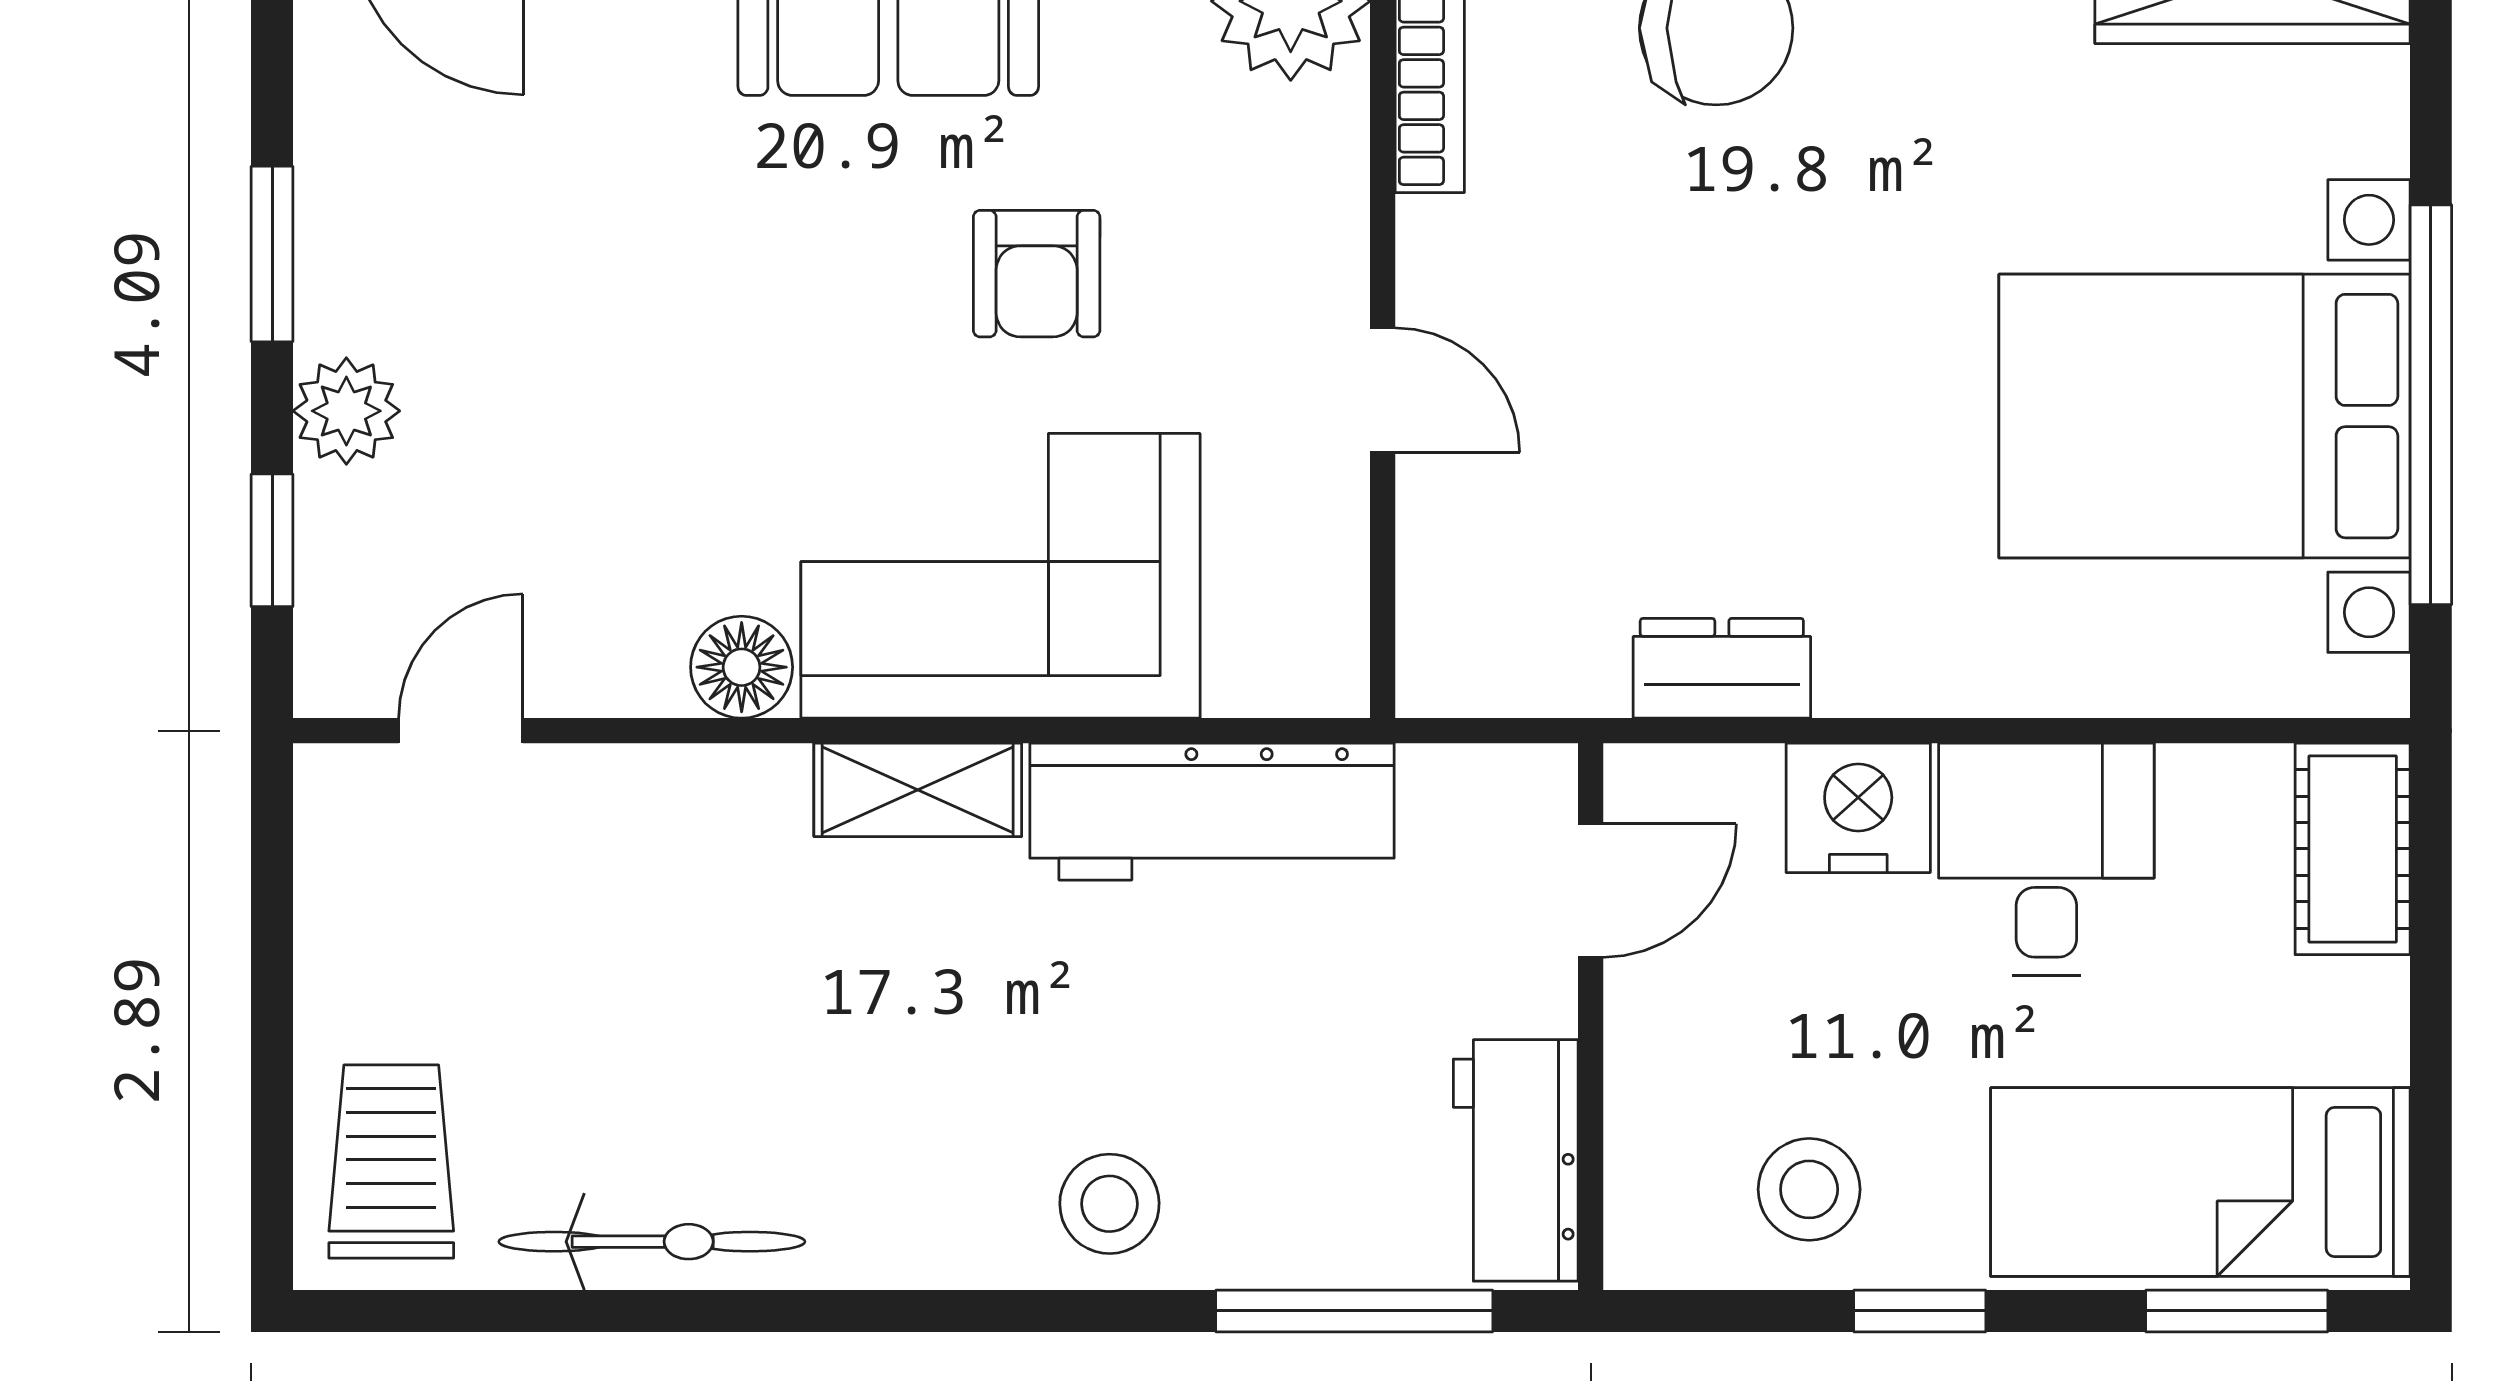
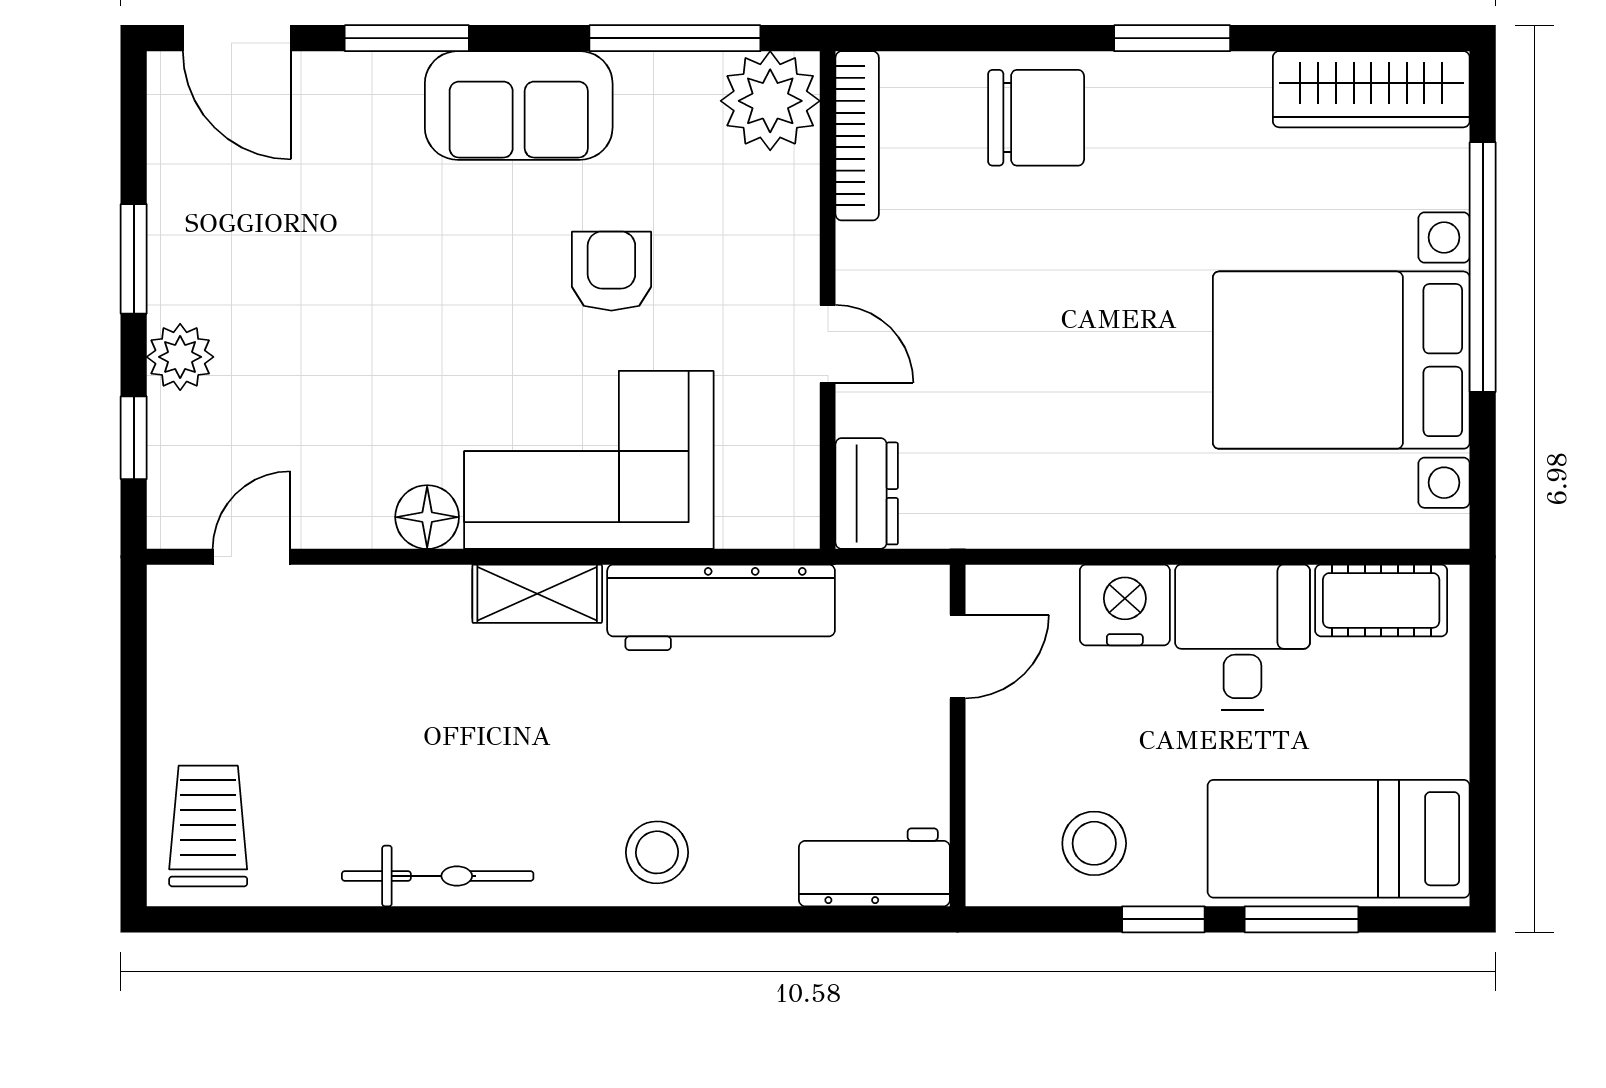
armchair: (1037, 274) -> (611, 271), turned 180
window: (2431, 405) -> (1483, 267), moved
dresser: (1722, 668) -> (867, 493), moved, turned 90
cot: (2353, 849) -> (1381, 600), moved, turned 90
workbench: (1516, 1160) -> (874, 867), moved, turned 90
bicycle: (652, 1242) -> (438, 876), moved
window: (1354, 1311) -> (810, 919), removed
window: (2237, 1311) -> (1301, 919), moved

